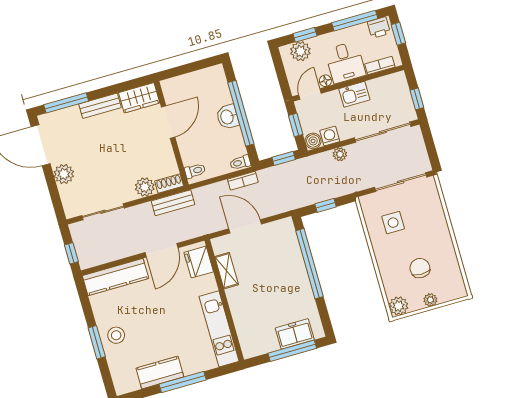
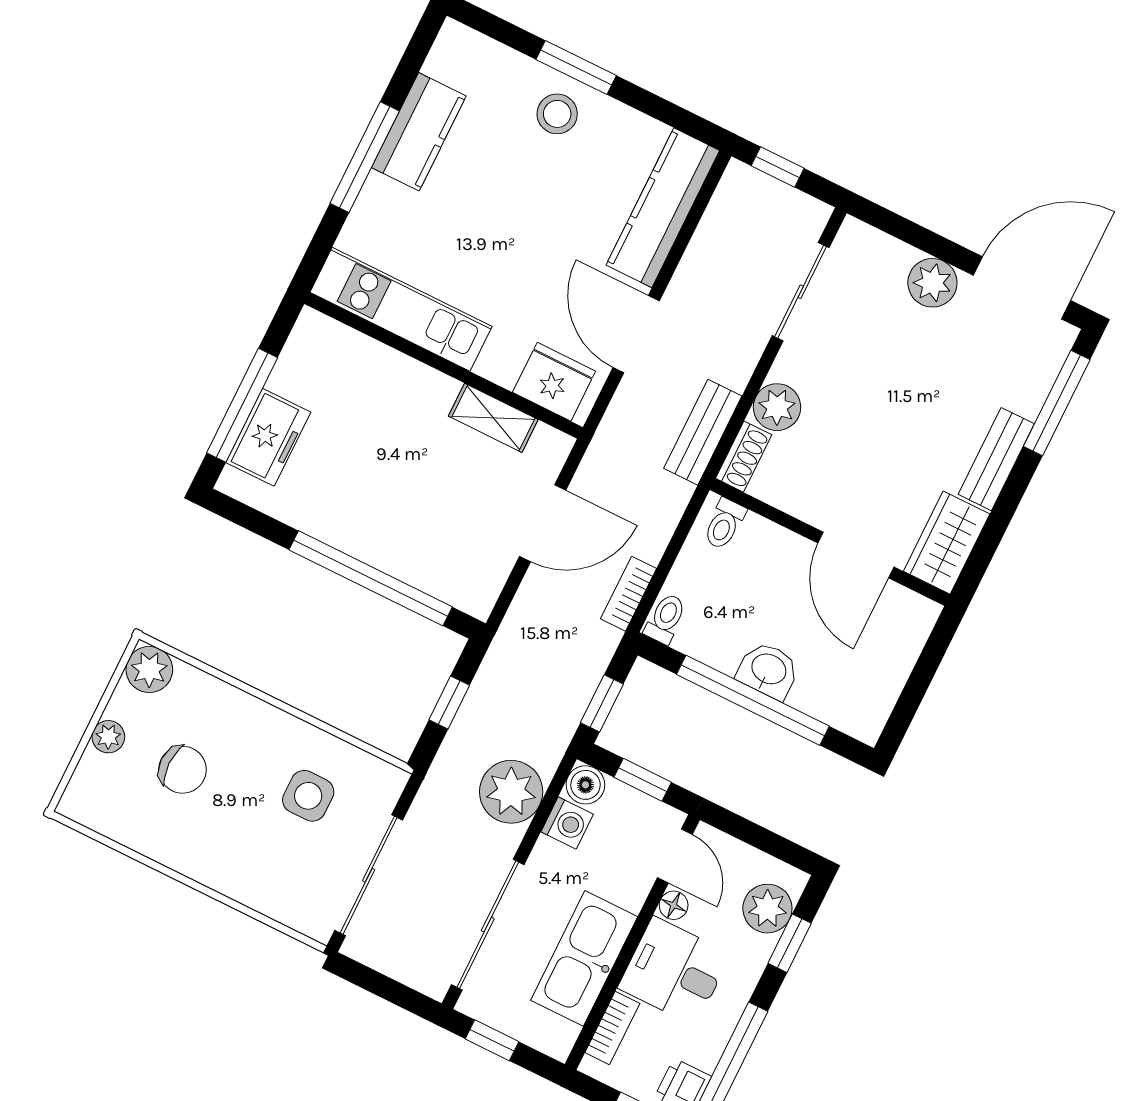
kitchen sink: (354, 94) -> (584, 958), width x1.88, depth x1.24
plant: (340, 154) -> (511, 792), width x1.88, depth x1.88

